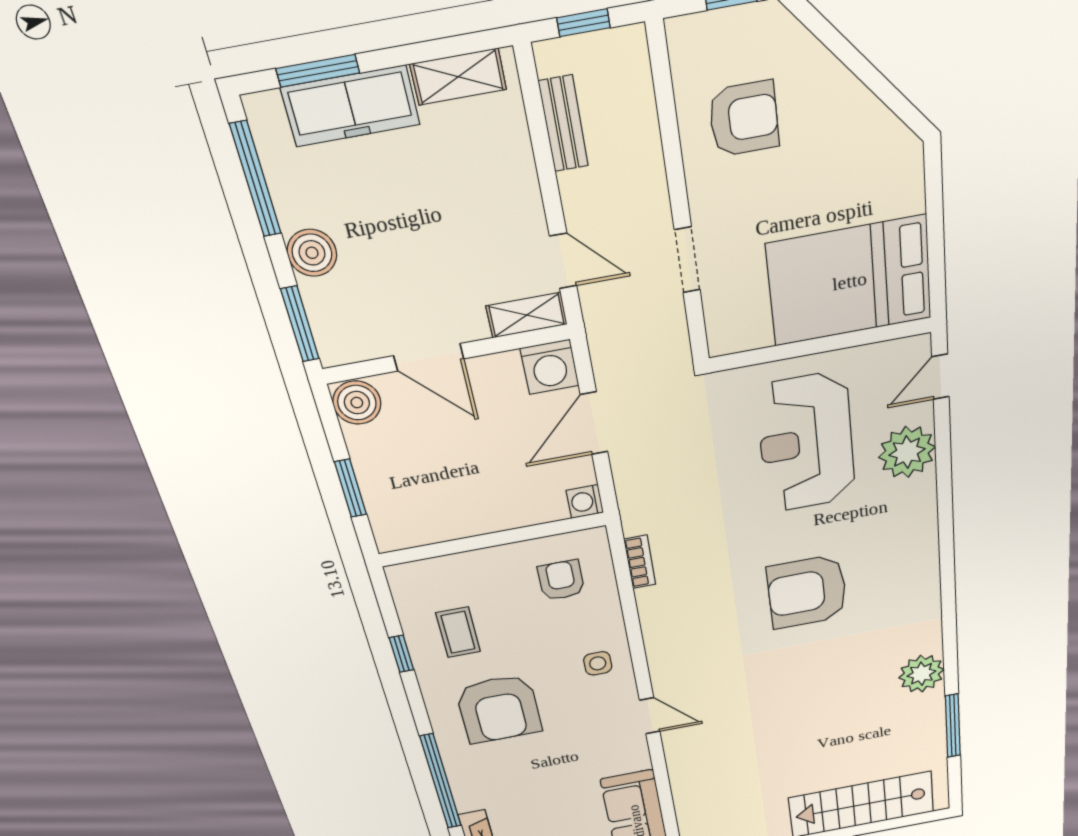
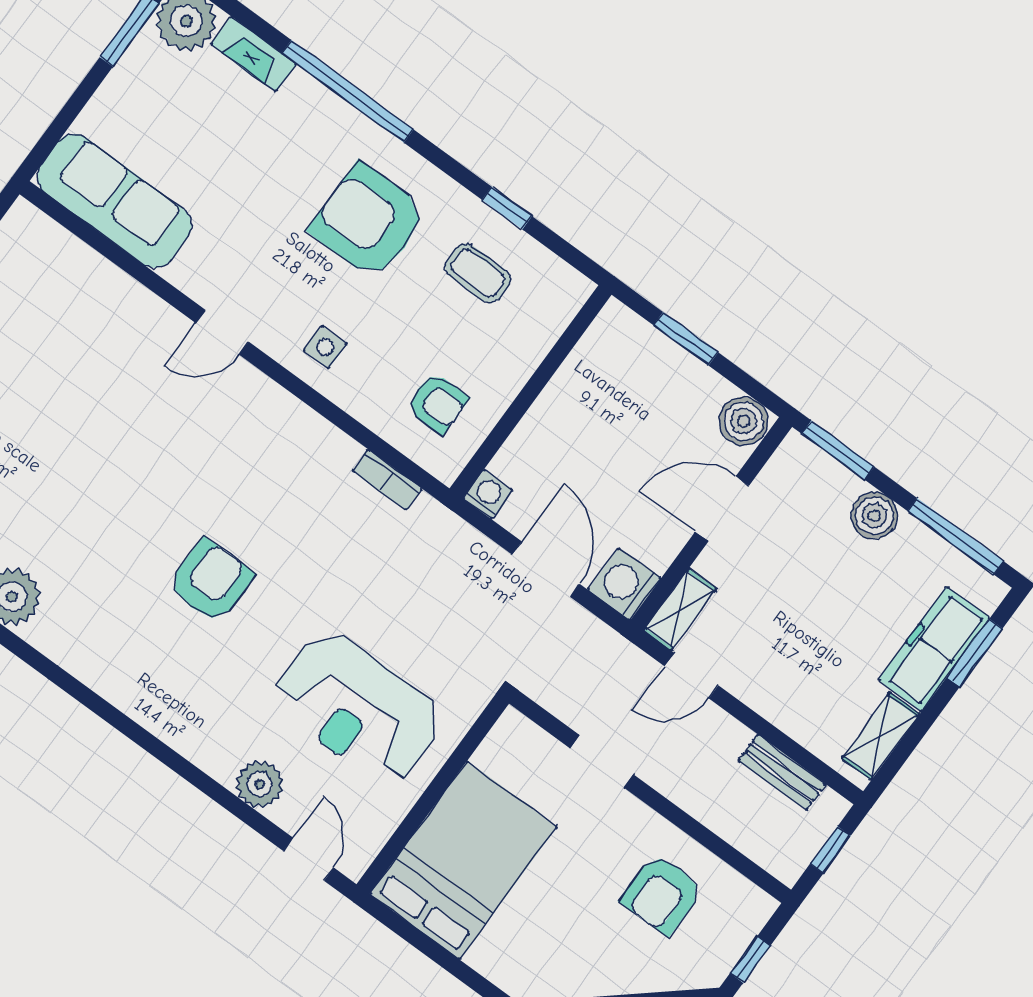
reception desk: (806, 443) -> (358, 708), turned 180
plant: (907, 452) -> (260, 784), width x0.73, depth x0.73
armchair: (807, 592) -> (211, 581), width x0.73, depth x0.73

